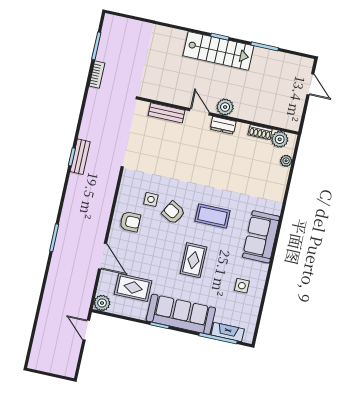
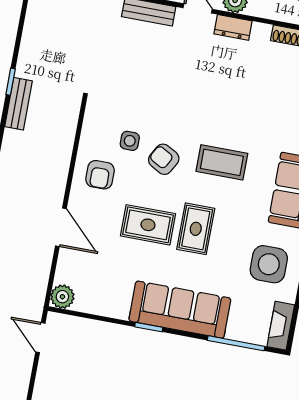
bench: (80, 157) -> (19, 104), moved
armchair: (130, 222) -> (100, 175), turned 90
side table: (242, 286) -> (269, 264), width x1.87, depth x1.87
rug: (133, 287) -> (148, 225), moved
fireplace: (228, 332) -> (281, 326), moved, turned -90

